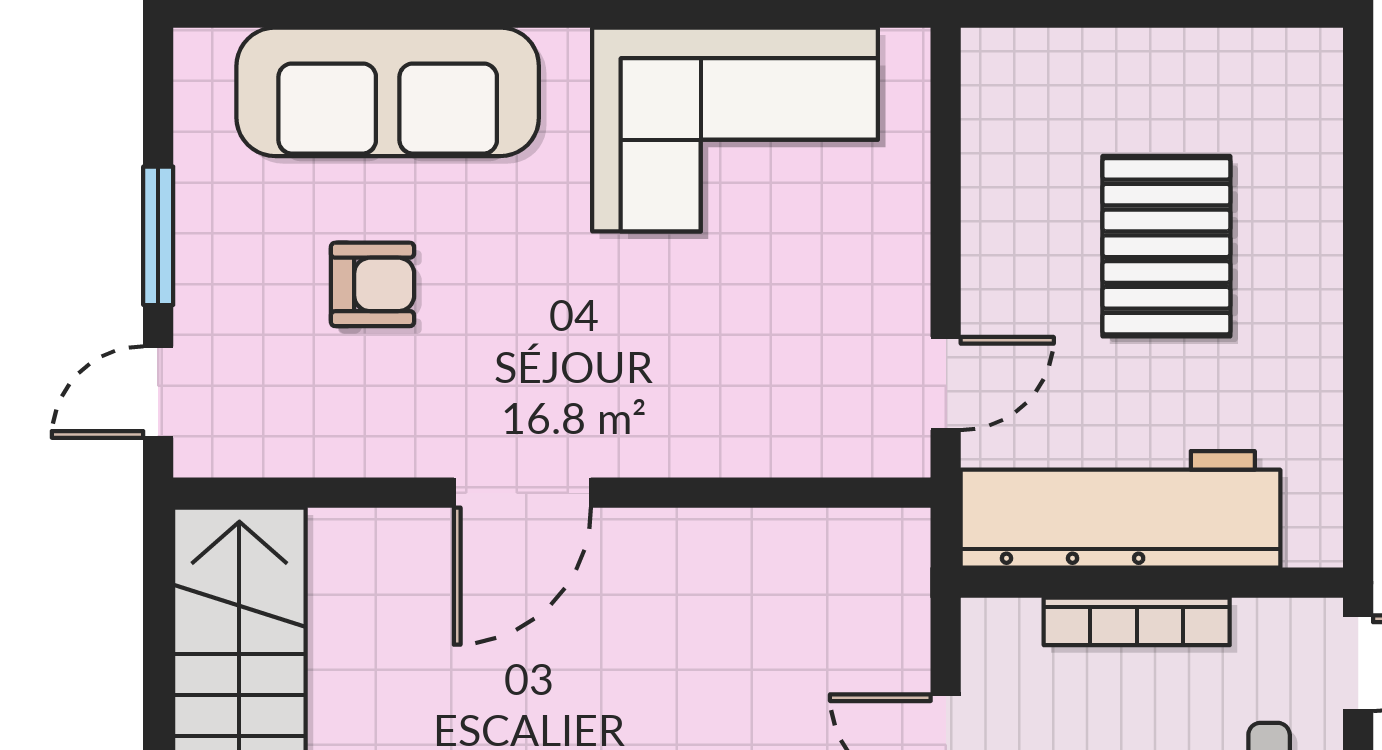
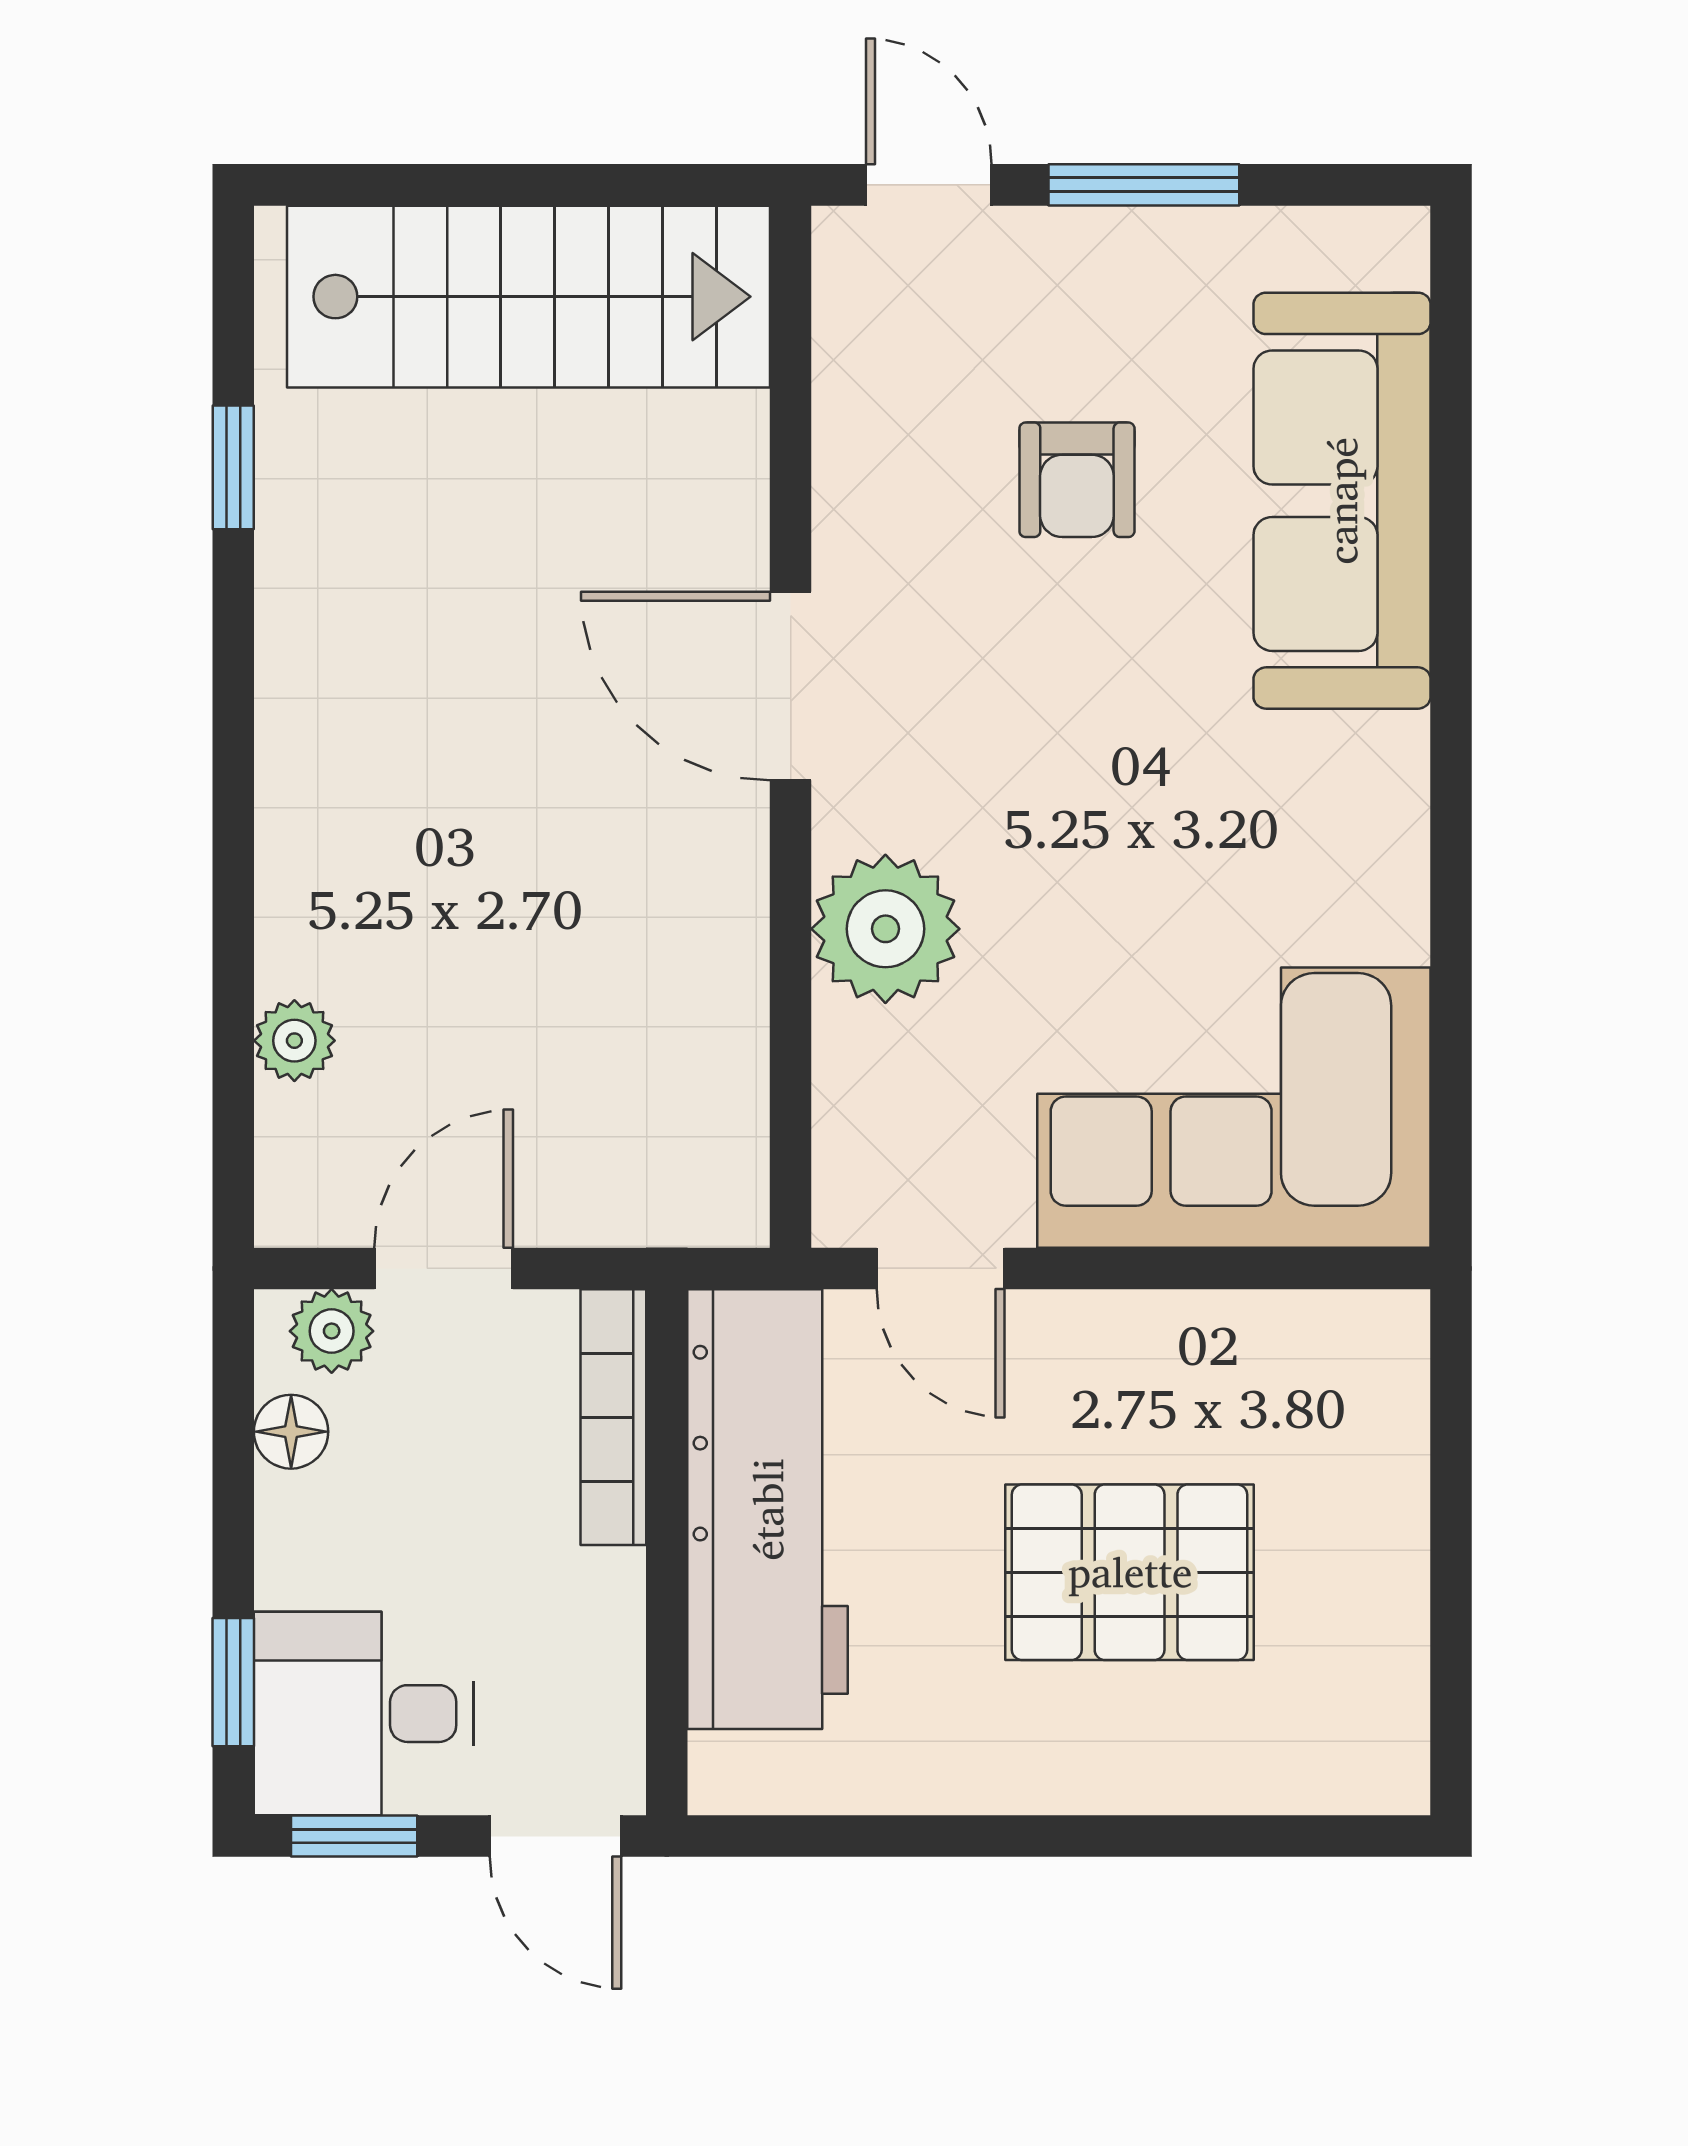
corner sofa: (735, 130) -> (1234, 1108), moved, turned 90
plant: (699, 424) -> (885, 929), added
bookcase: (1137, 621) -> (613, 1417), moved

